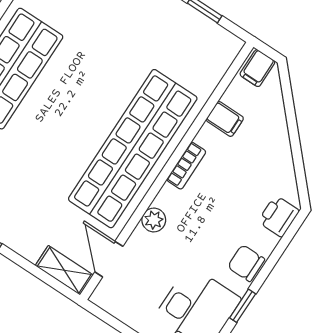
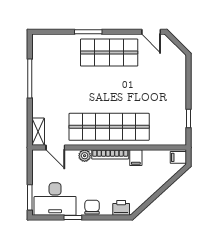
filing cabinet: (225, 119) -> (136, 158), moved
bookcase: (186, 166) -> (110, 154), width x1.56
door: (109, 259) -> (55, 148), swing flipped

